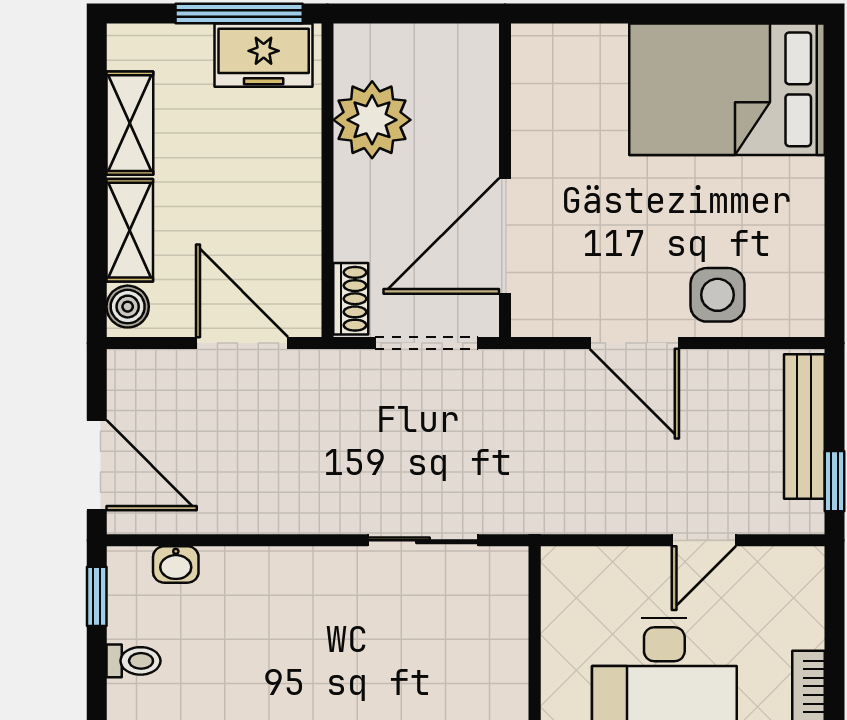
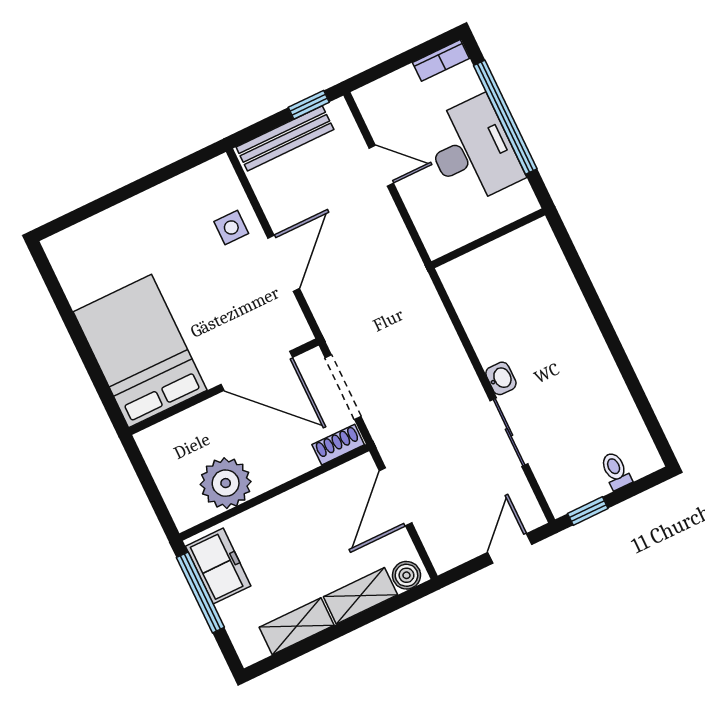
bed: (727, 89) -> (140, 351), moved, turned 180
side table: (718, 295) -> (231, 227), width x0.73, depth x0.73
door: (97, 465) -> (510, 548), width x0.73
sliding door: (423, 540) -> (509, 432), moved
washbasin: (176, 564) -> (501, 378), moved

